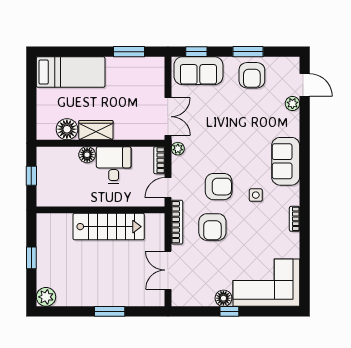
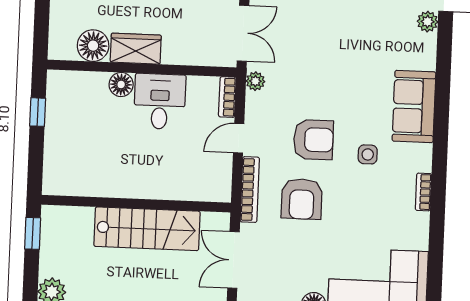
wall: (101, 210) -> (136, 204), moved
stairs: (109, 227) -> (147, 229), moved

